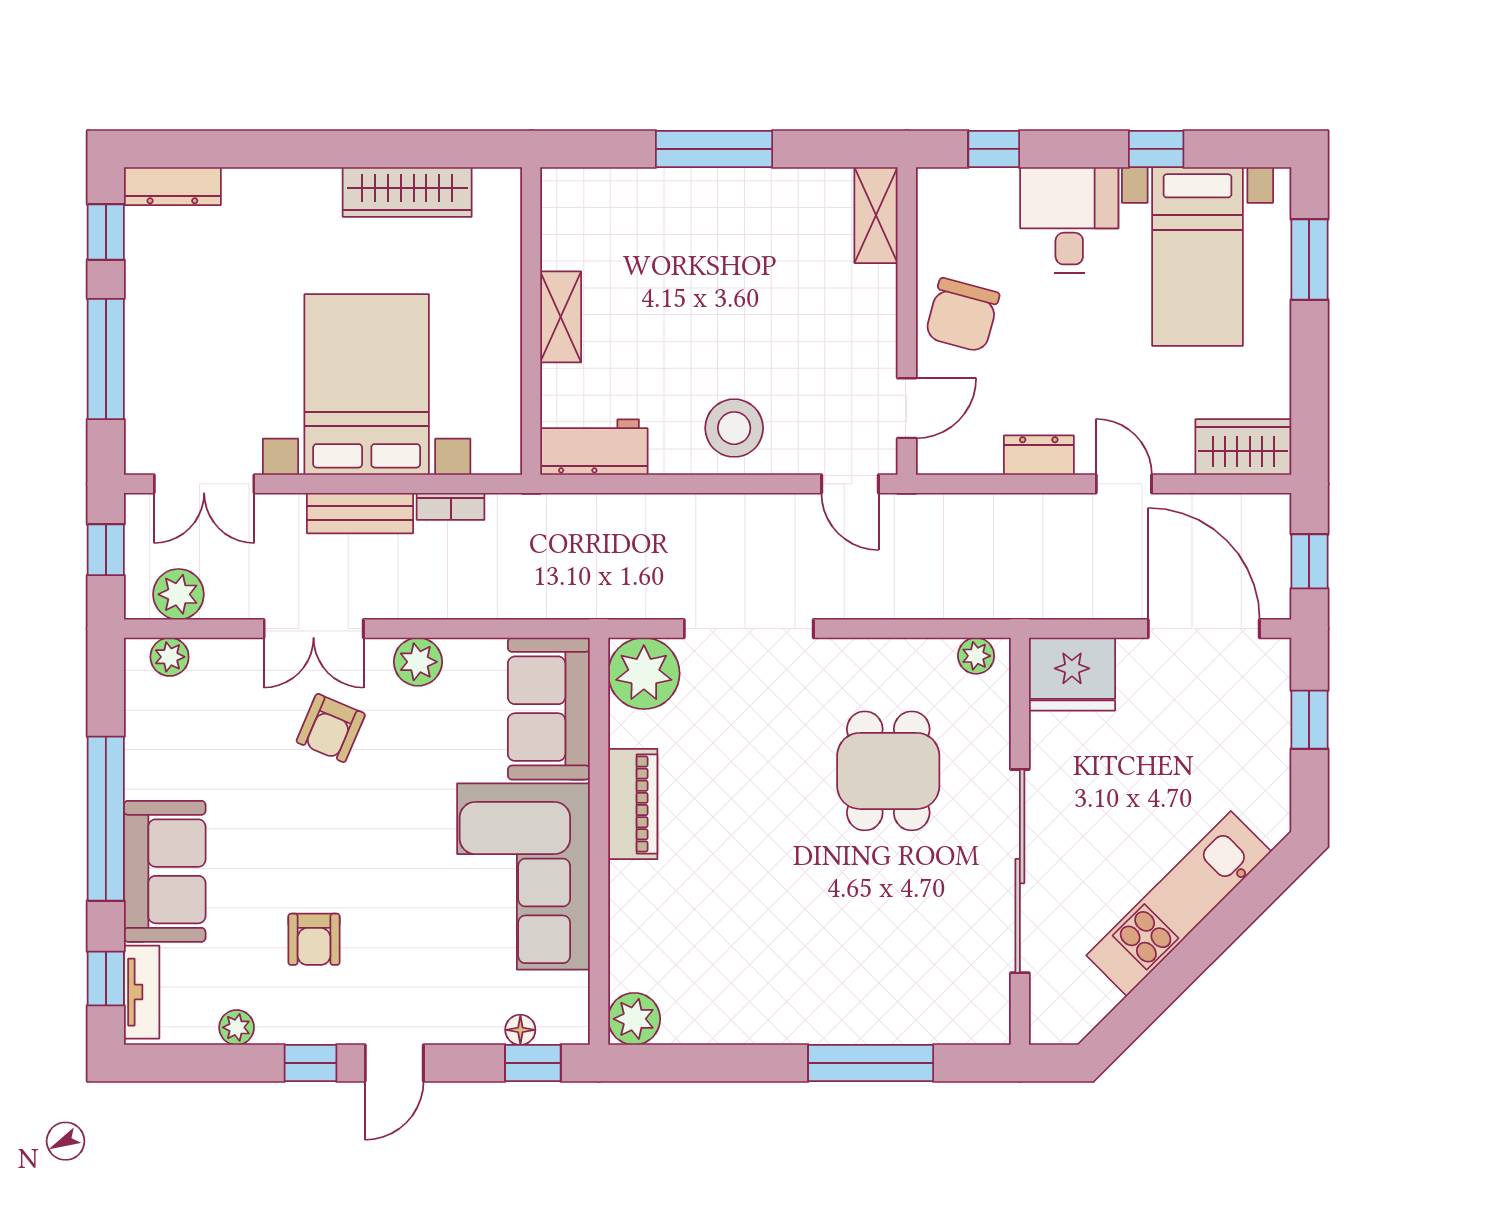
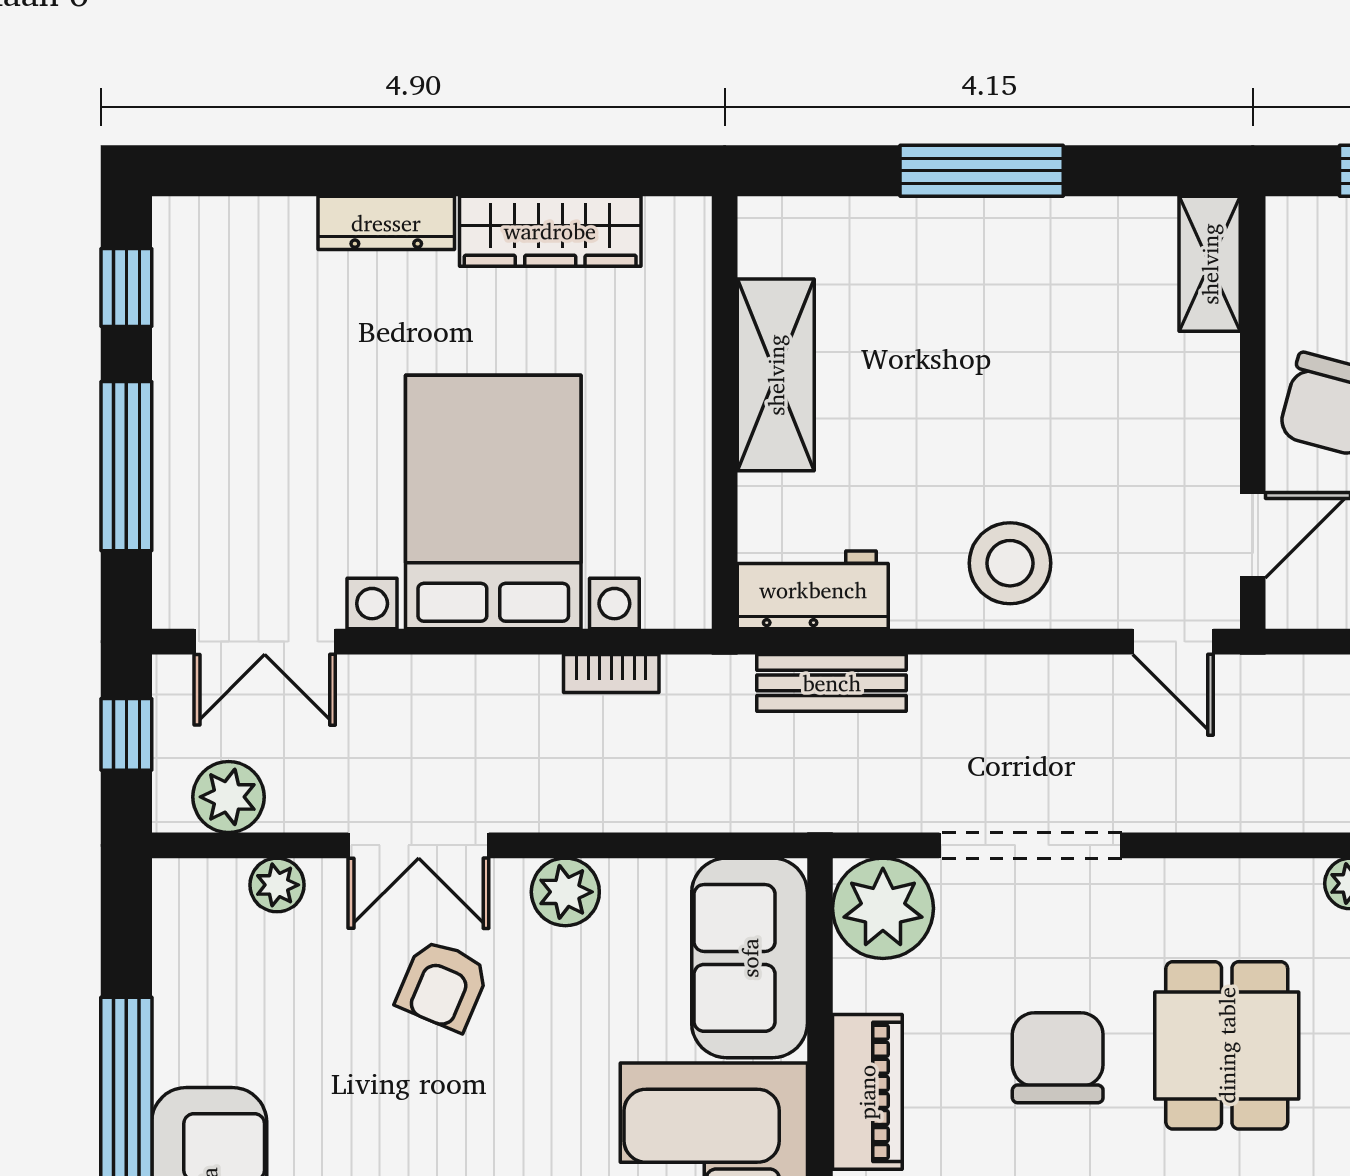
dresser: (172, 186) -> (386, 223), moved
shelving: (561, 317) -> (776, 375), width x1.50, depth x1.33
bench: (360, 513) -> (832, 683), moved
plant: (170, 657) -> (277, 885), moved
chair: (768, 780) -> (1058, 1058), added

